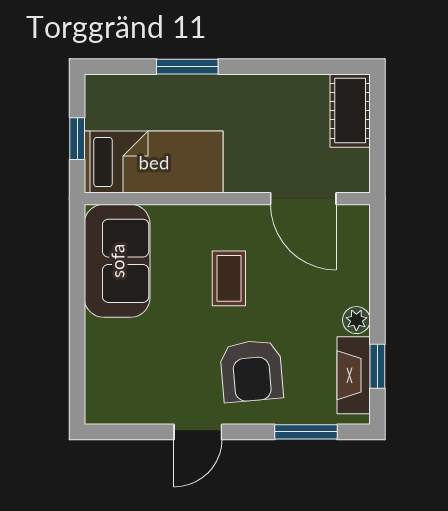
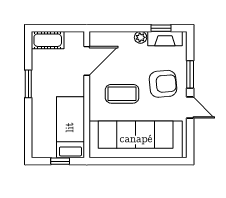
window: (187, 67) -> (28, 84), moved
sofa: (117, 261) -> (136, 139), width x1.85, depth x1.27
coffee table: (229, 278) -> (122, 94), width x1.36, depth x1.30
window: (306, 432) -> (190, 74), moved

